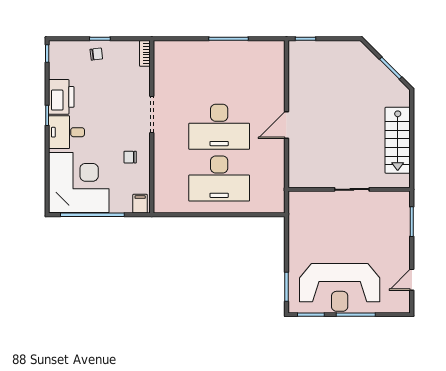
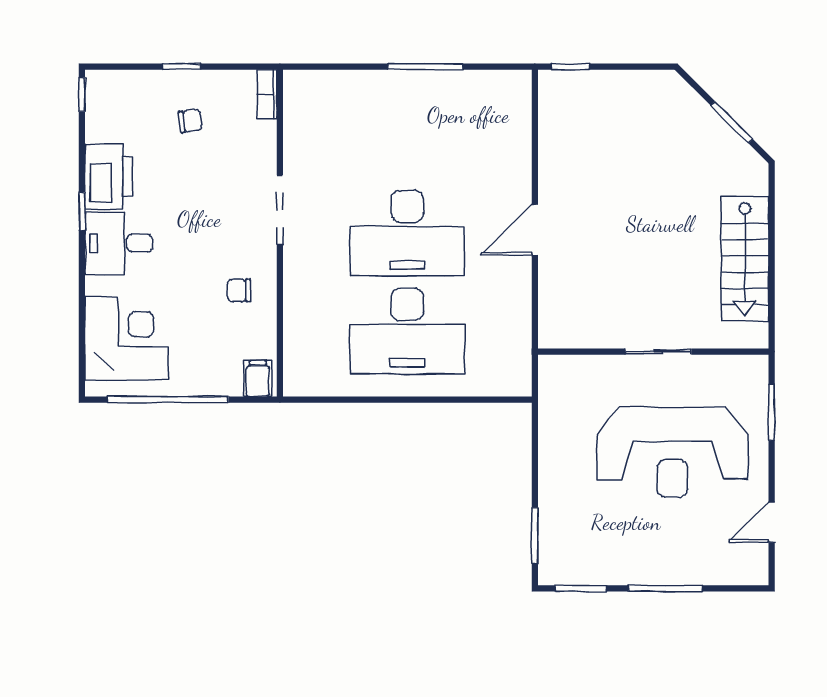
chair: (96, 54) -> (190, 121), moved
corner desk: (79, 183) -> (127, 339), width x0.74, depth x0.74
reception desk: (340, 287) -> (672, 452), moved

